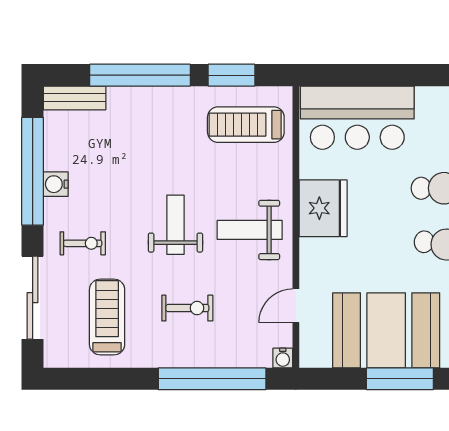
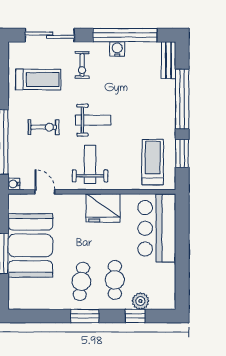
exercise bike: (187, 308) -> (44, 127), turned -90

